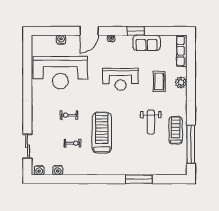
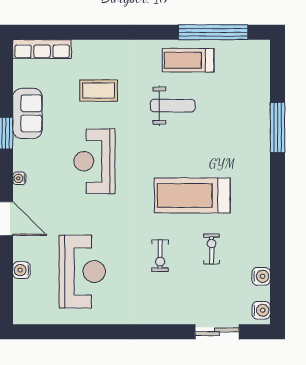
reception desk: (60, 73) -> (82, 272), width x0.74, depth x0.77
reception desk: (120, 79) -> (94, 161), turned 180
plant: (181, 82) -> (100, 50), removed

